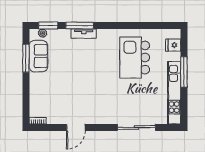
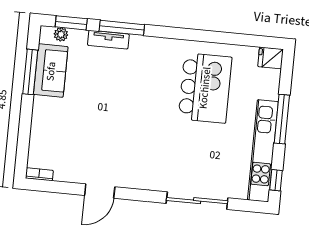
tv unit: (84, 34) -> (108, 40), moved
fridge: (173, 45) -> (271, 58), moved
kitchen island: (135, 58) -> (205, 88), turned 180
window: (184, 110) -> (276, 180), added

